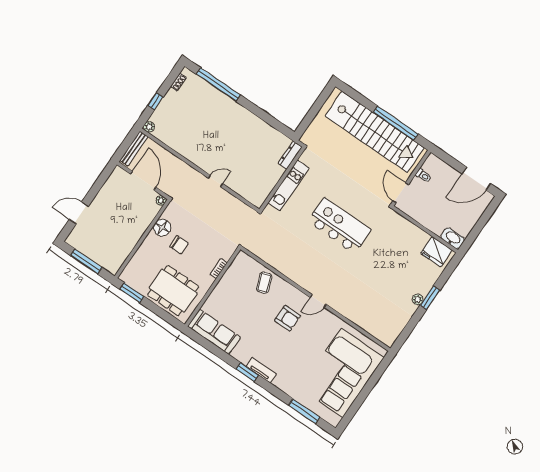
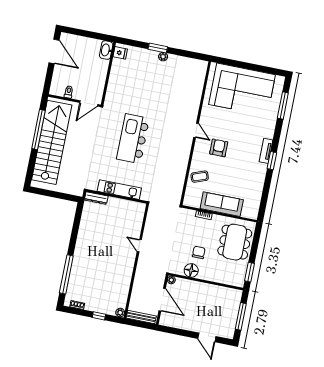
door: (143, 181) -> (162, 300), swing flipped
fridge: (436, 252) -> (120, 53), width x0.53, depth x0.75
sofa: (214, 332) -> (222, 204), moved, turned 90

